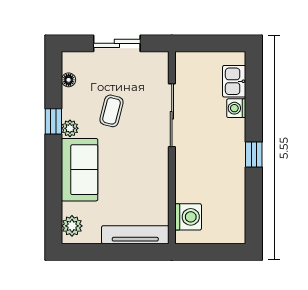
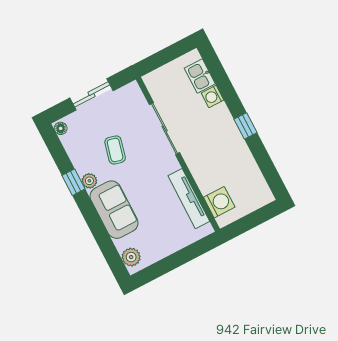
floor lamp: (69, 80) -> (61, 128), moved
tv unit: (135, 235) -> (189, 199), moved, turned -90

